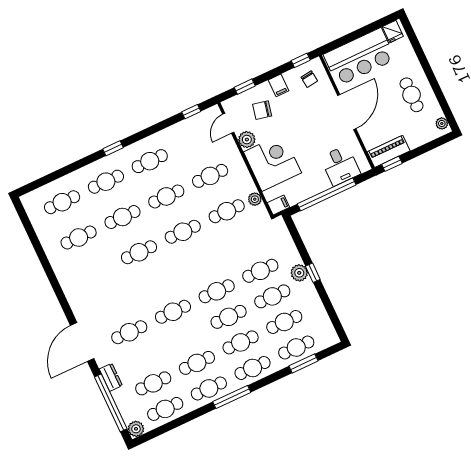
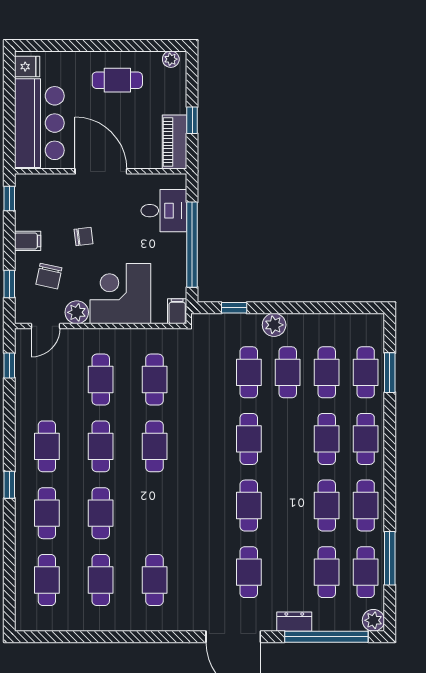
chair: (309, 79) -> (83, 236), moved
door: (228, 123) -> (45, 326), hinge flipped
window: (392, 164) -> (192, 120), moved
plant: (255, 199) -> (156, 337), removed
cafe table: (139, 252) -> (155, 580), moved
window: (313, 273) -> (234, 308), moved
cafe table: (229, 317) -> (288, 439), removed
window: (232, 397) -> (390, 558), moved

